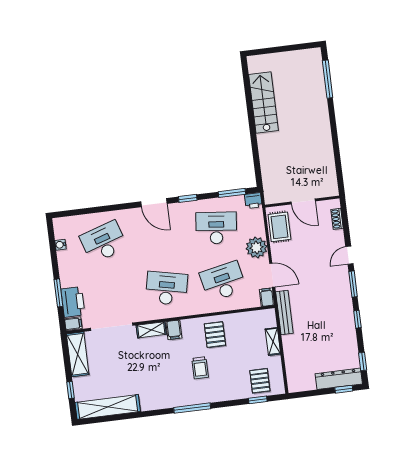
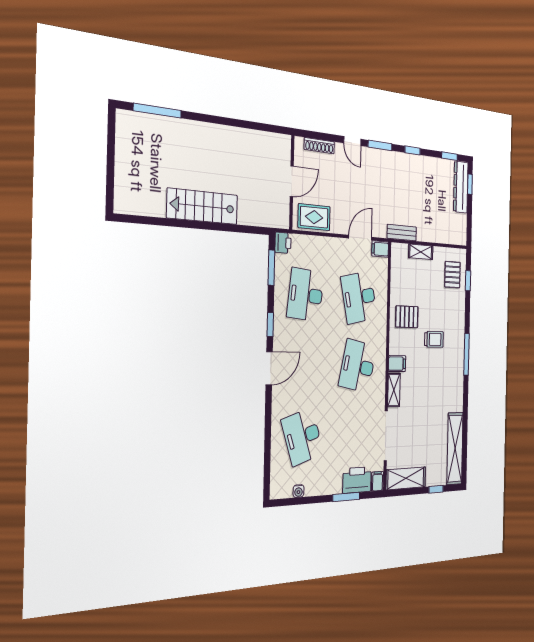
stairs: (263, 103) -> (203, 206), moved
shoe rack: (337, 219) -> (319, 146), width x1.43
plant: (256, 248) -> (331, 250), removed
bench: (284, 312) -> (402, 233), width x0.73
pallet: (260, 381) -> (452, 275), turned 90

